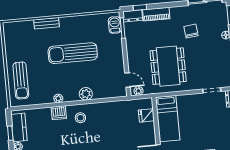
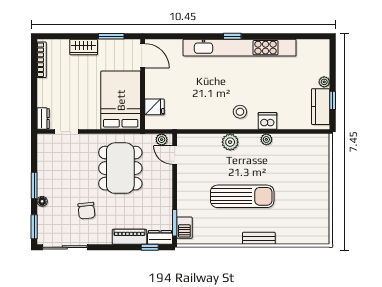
bench: (46, 23) -> (259, 238), moved
sun lounger: (21, 80) -> (313, 167), removed
bed: (168, 119) -> (121, 100), width x1.50

